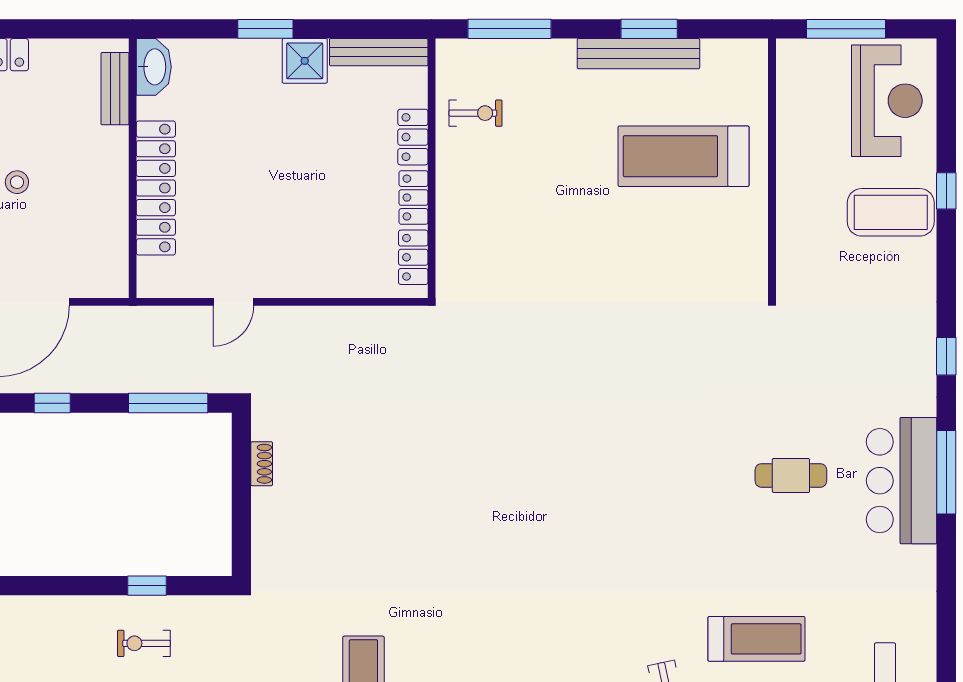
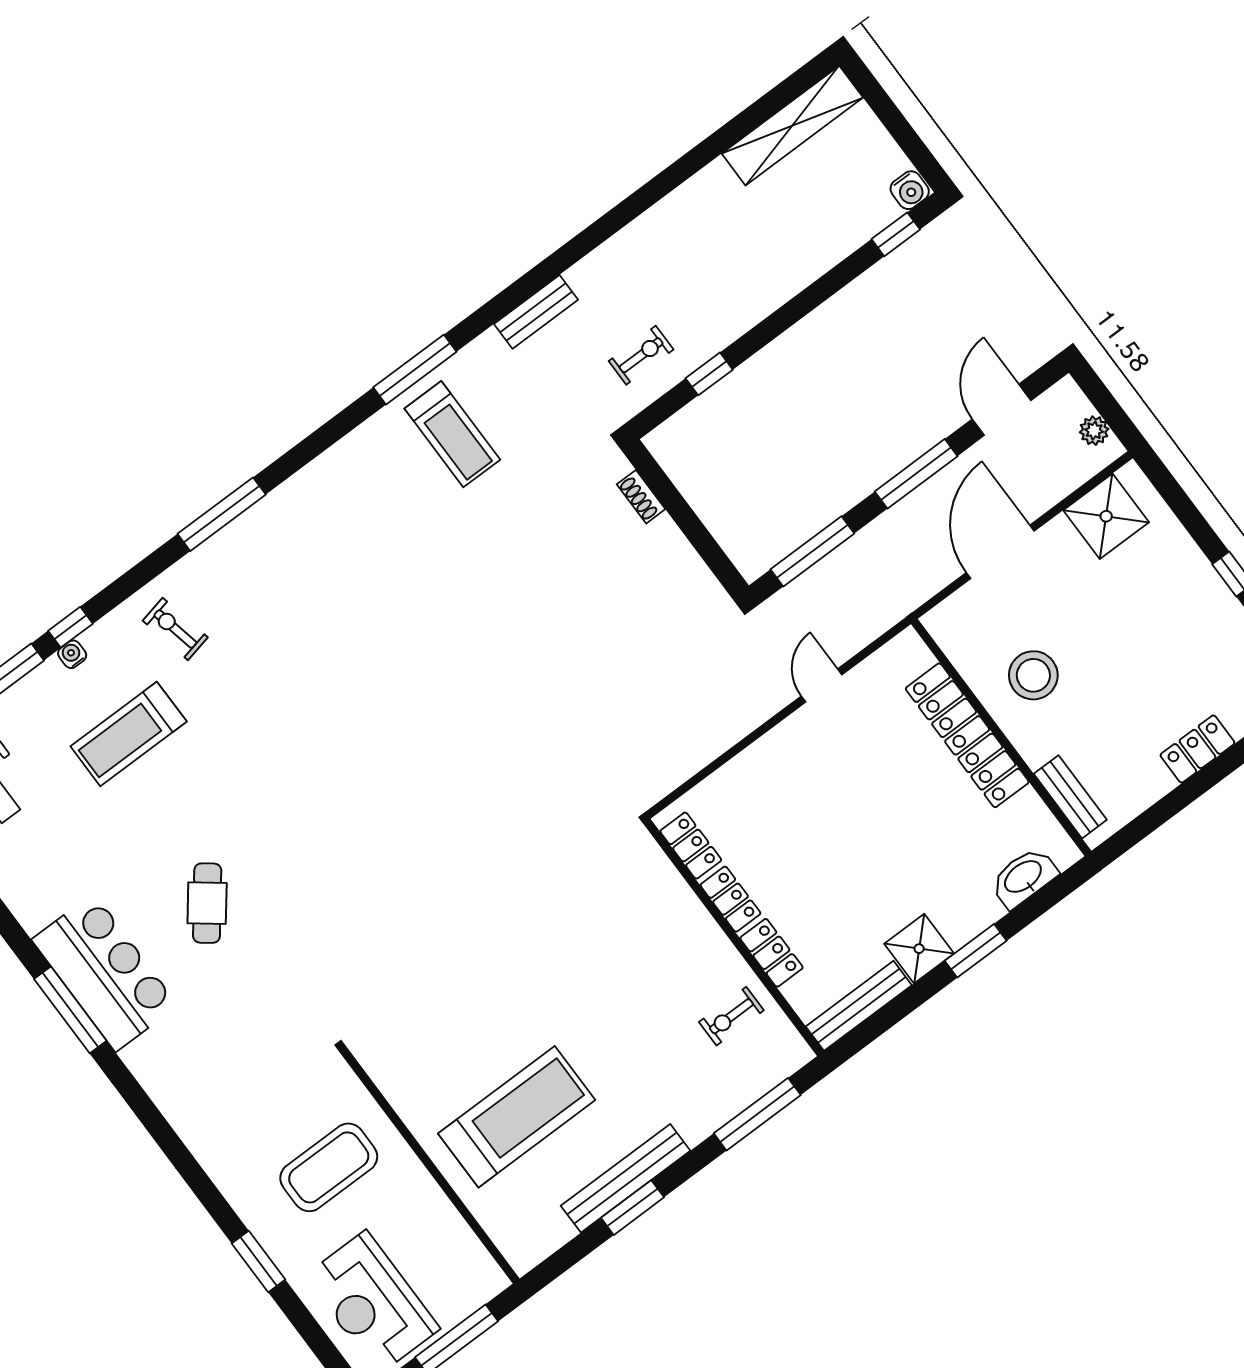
washbasin: (154, 67) -> (1024, 877), moved, turned 90
stool: (17, 182) -> (1033, 675), moved, width x1.89, depth x1.89
window: (946, 191) -> (259, 1261), width x1.50
coffee table: (891, 212) -> (329, 1167), moved
window: (946, 356) -> (148, 1114), removed
window: (52, 403) -> (916, 474), width x2.17
shoe rack: (262, 464) -> (641, 497), moved
cafe table: (791, 475) -> (207, 903), turned -52
exercise bike: (144, 643) -> (641, 355), moved

